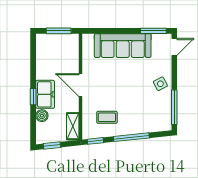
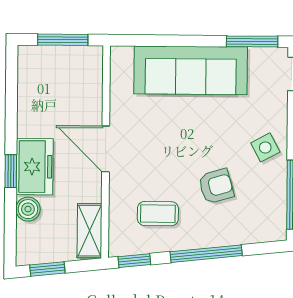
armchair: (136, 103) -> (216, 186), added

